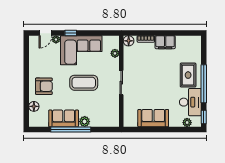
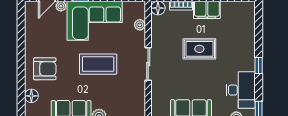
rug: (188, 75) -> (199, 49), moved, turned 90
window: (204, 84) -> (259, 65), width x0.32

